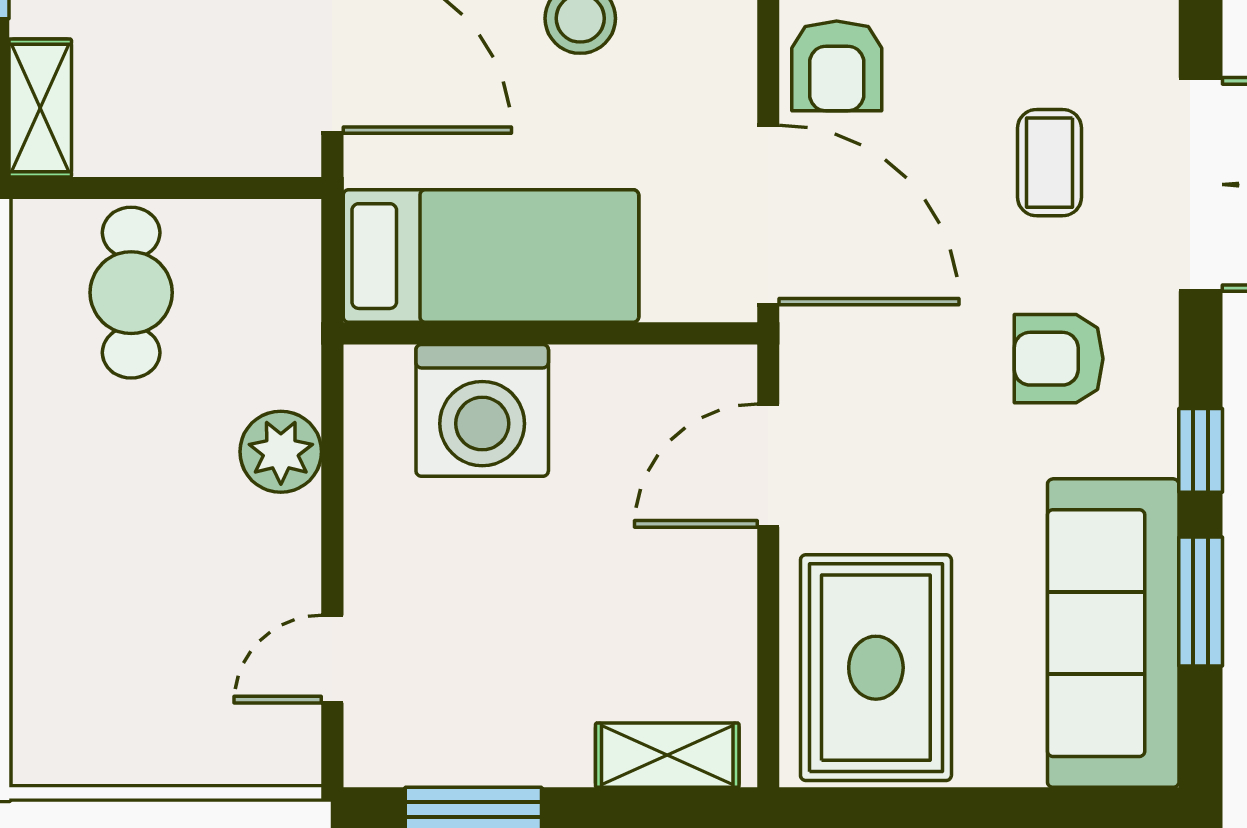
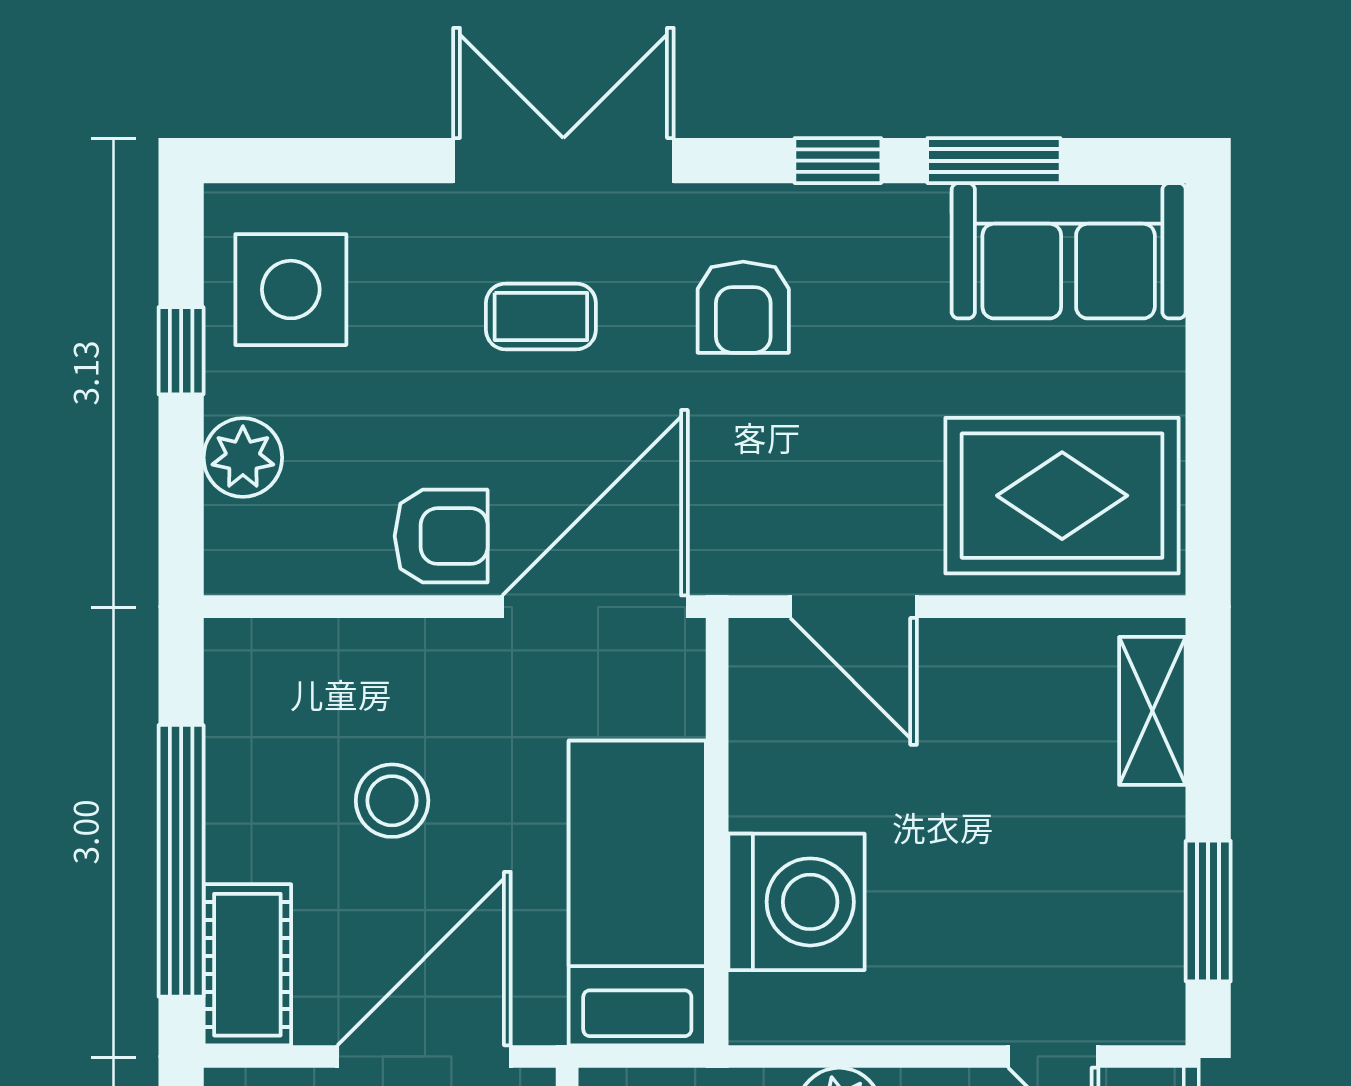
sofa: (1113, 633) -> (1069, 251), width x0.73

